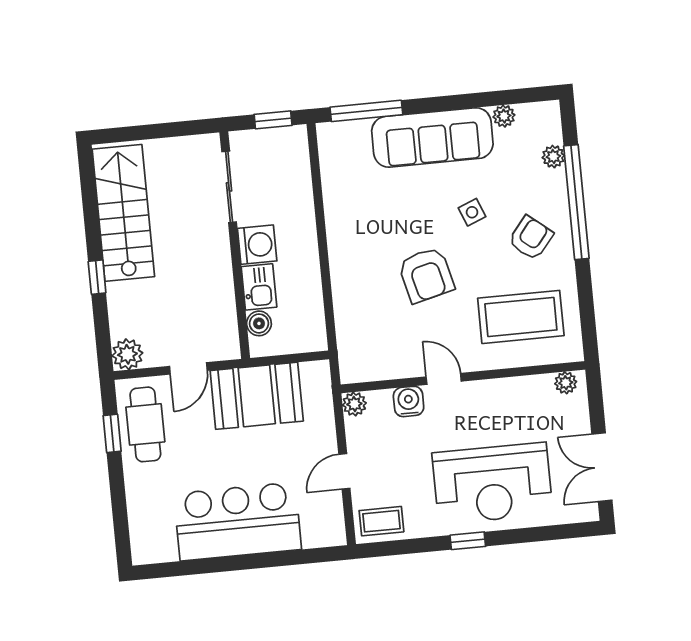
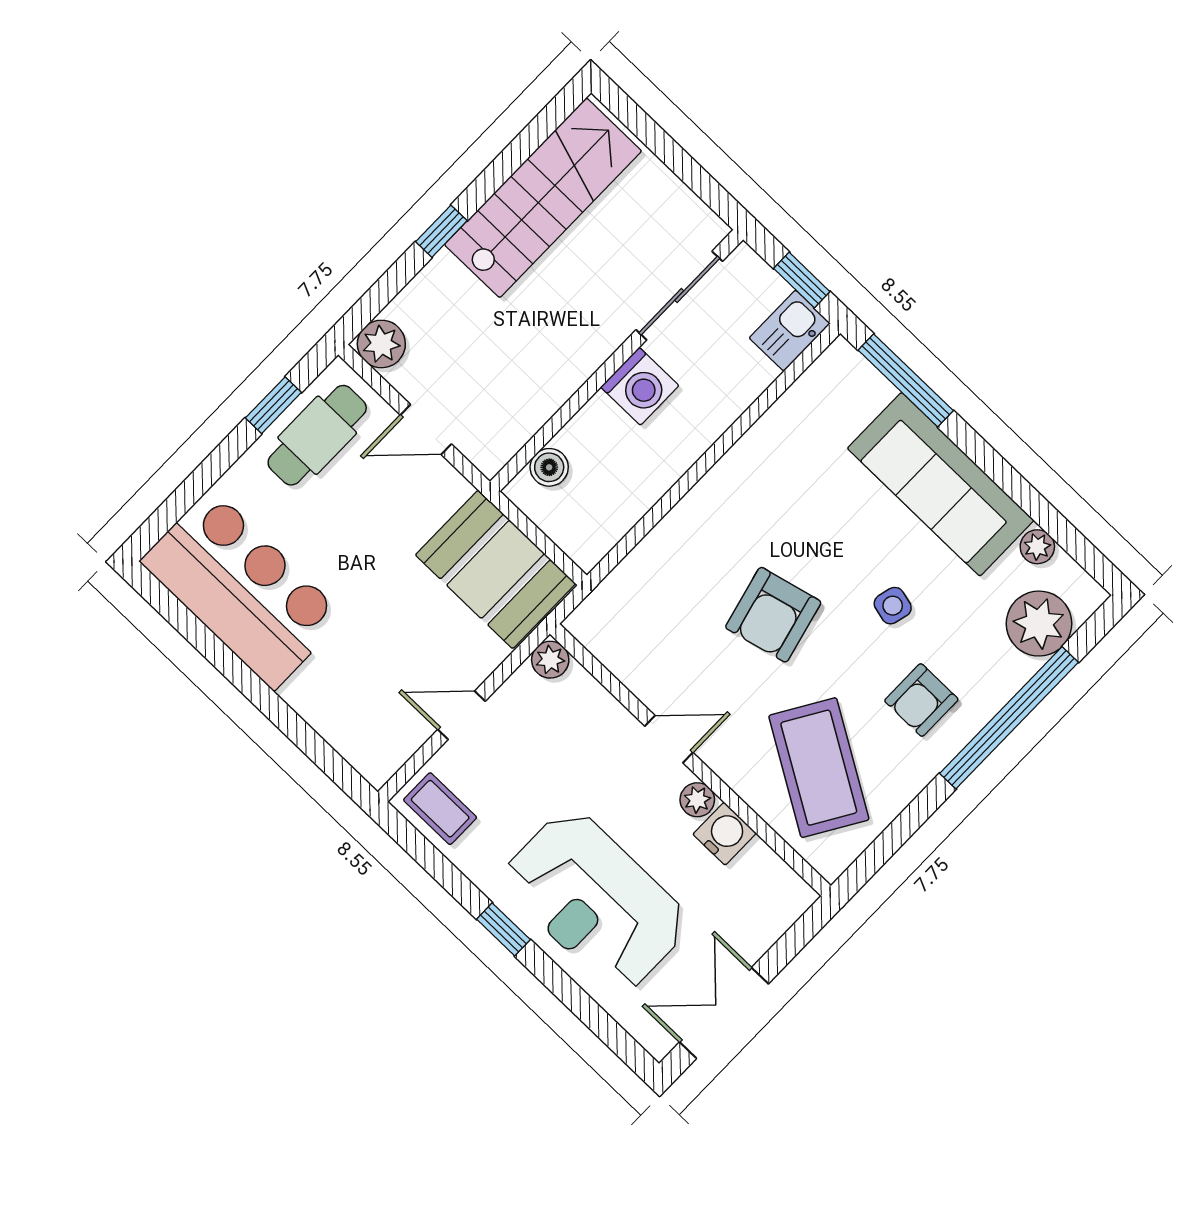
plant: (553, 157) -> (1039, 624), width x1.87, depth x1.87
side table: (472, 212) -> (893, 606), turned 36
armchair: (531, 238) -> (921, 700), turned 141
kitchen sink: (259, 287) -> (790, 331), moved, turned 180
coffee table: (521, 317) -> (819, 768), turned 31
door: (444, 379) -> (669, 739), hinge flipped
plant: (566, 383) -> (697, 800), moved
booth: (257, 396) -> (495, 569), moved
water cooler: (409, 401) -> (725, 834), moved
bar counter: (238, 522) -> (242, 589), moved

